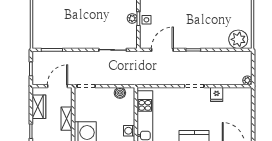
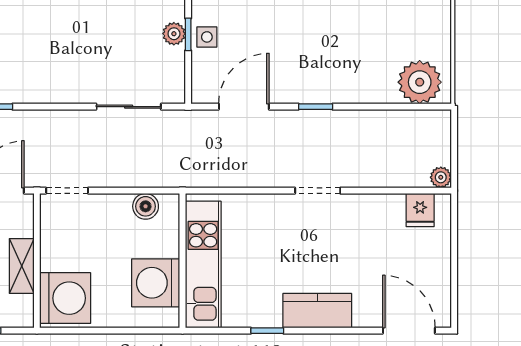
fridge: (217, 95) -> (420, 210), moved
washing machine: (129, 131) -> (156, 283), width x1.89, depth x1.89

